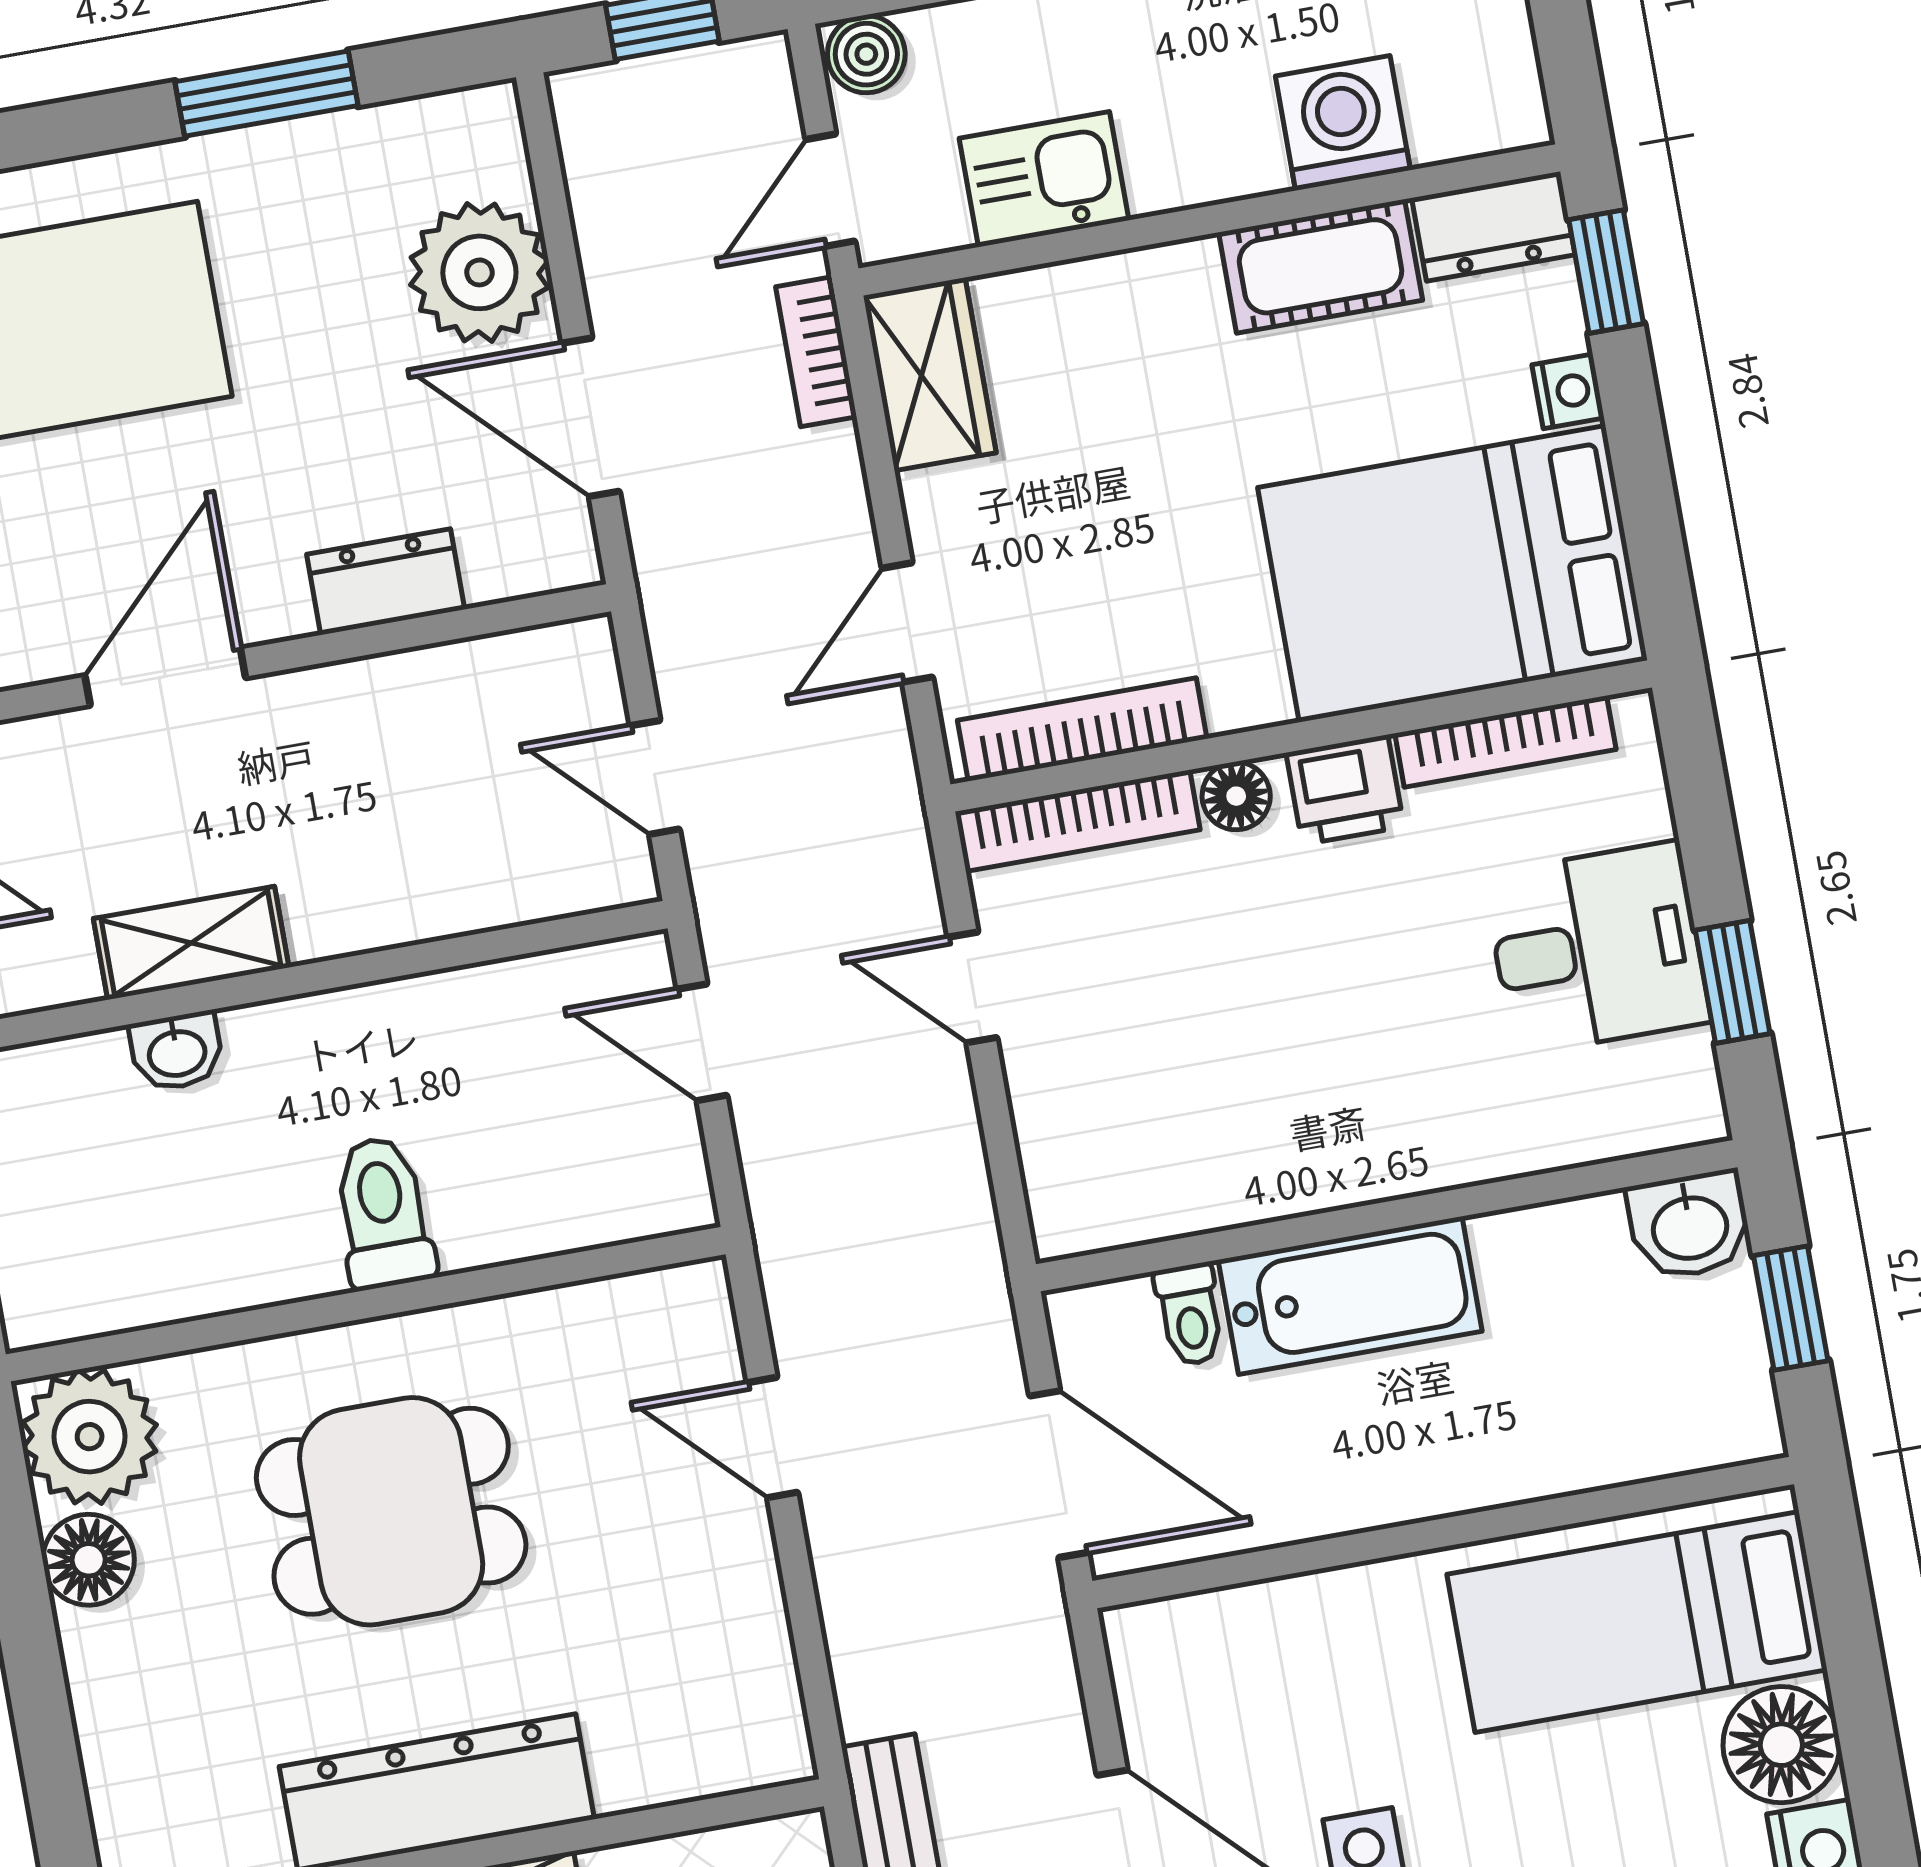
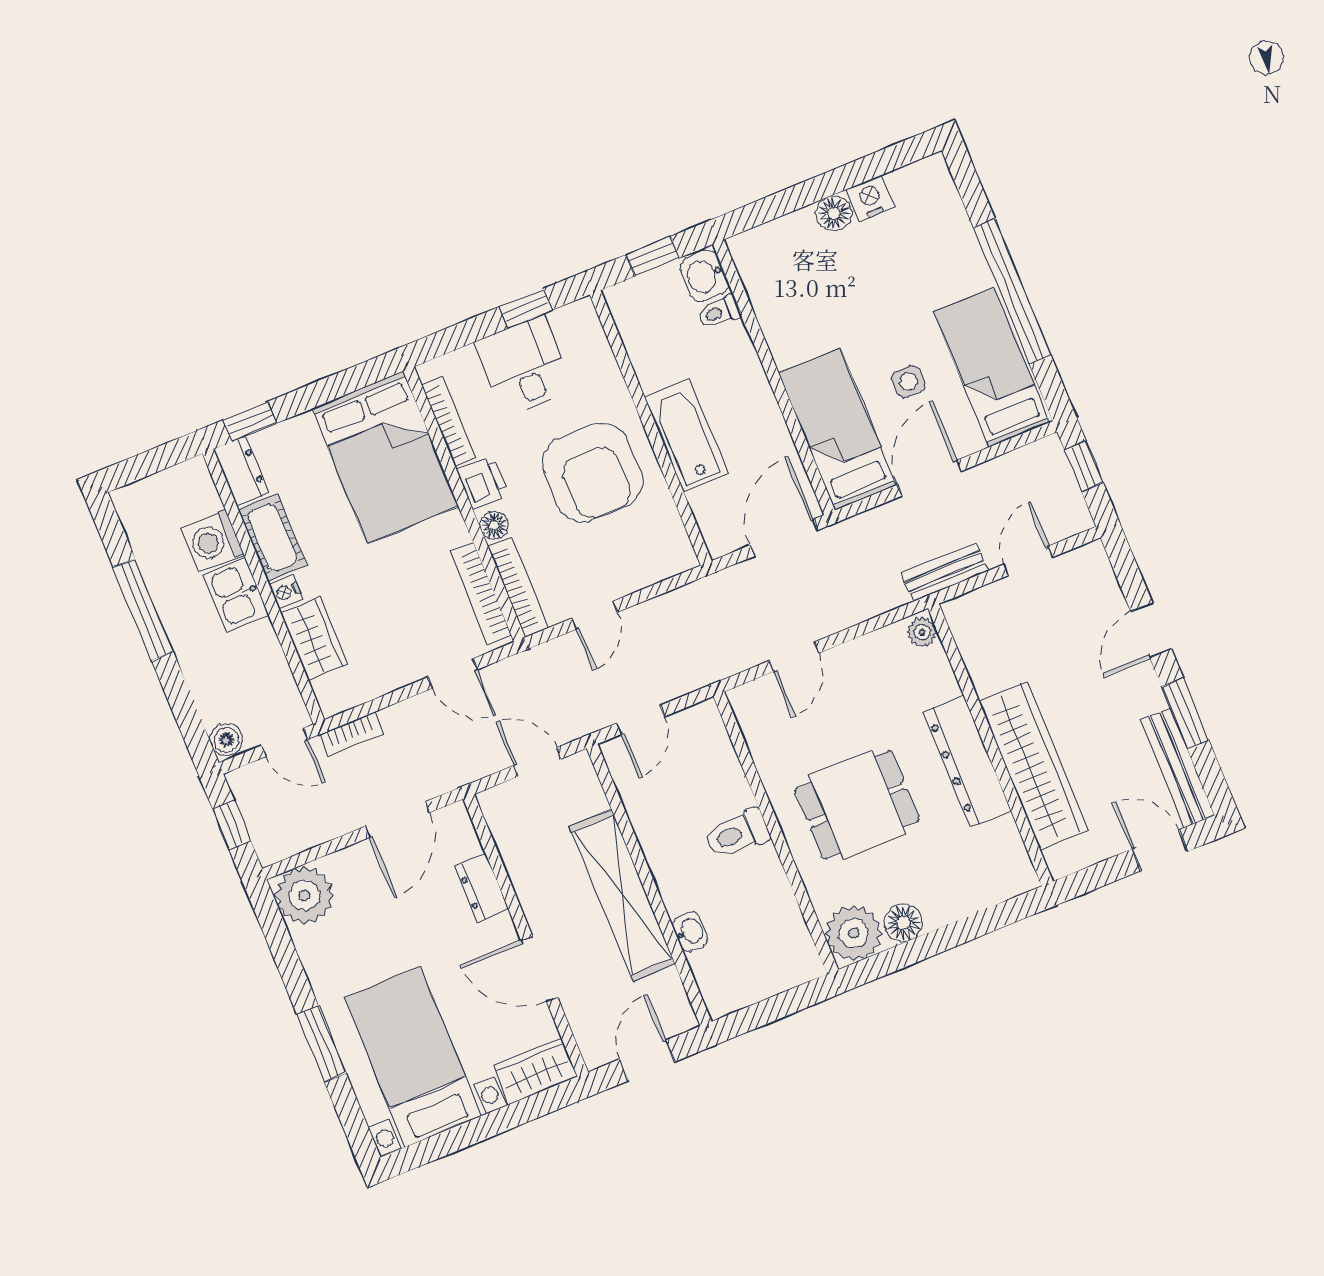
window: (267, 94) -> (321, 1044), moved
kitchen sink: (1044, 179) -> (236, 595), moved
plant: (479, 272) -> (304, 895), moved
wardrobe: (930, 374) -> (314, 638), moved, turned 90
nightstand: (1568, 391) -> (286, 592), moved, turned -90
door: (655, 777) -> (537, 762), swing flipped
shelving: (191, 943) -> (622, 895), width x2.20, depth x1.33
armchair: (1311, 1055) -> (592, 472), added
washbasin: (1690, 1225) -> (704, 276), moved, turned 180
toilet: (1190, 1314) -> (719, 312), moved, turned 180
dining table: (391, 1511) -> (857, 805), turned 90
bed: (1637, 1622) -> (837, 429), moved, turned 180
floor lamp: (1781, 1745) -> (834, 213), width x0.73, depth x0.73
plant: (765, 1752) -> (922, 632), added

